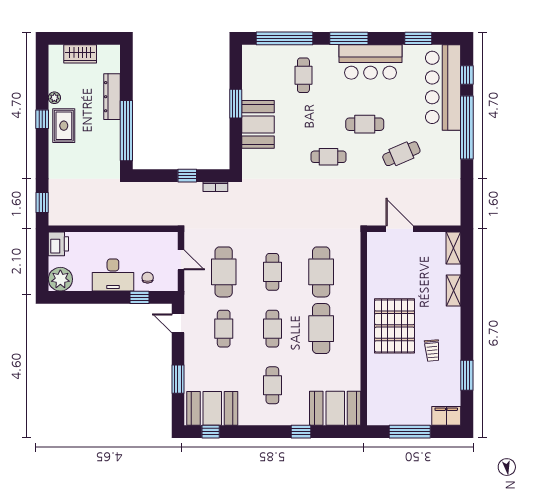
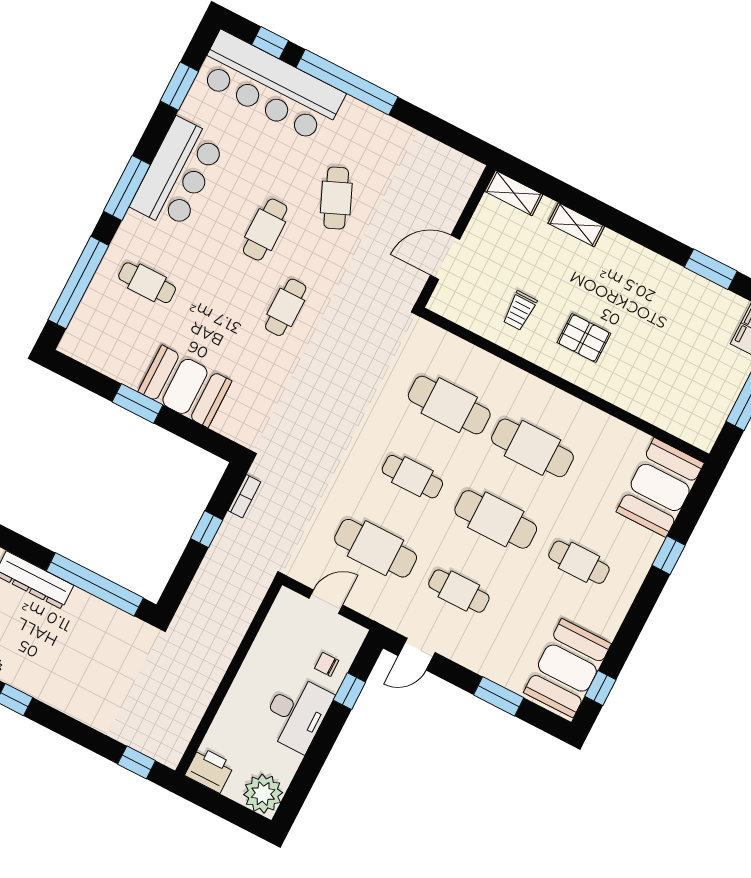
rug: (64, 126) -> (40, 673), removed
pallet: (395, 326) -> (584, 338), width x0.49, depth x0.50
cafe table: (272, 329) -> (496, 519), width x1.37, depth x1.35
trolley: (432, 350) -> (520, 311), moved, turned 95

